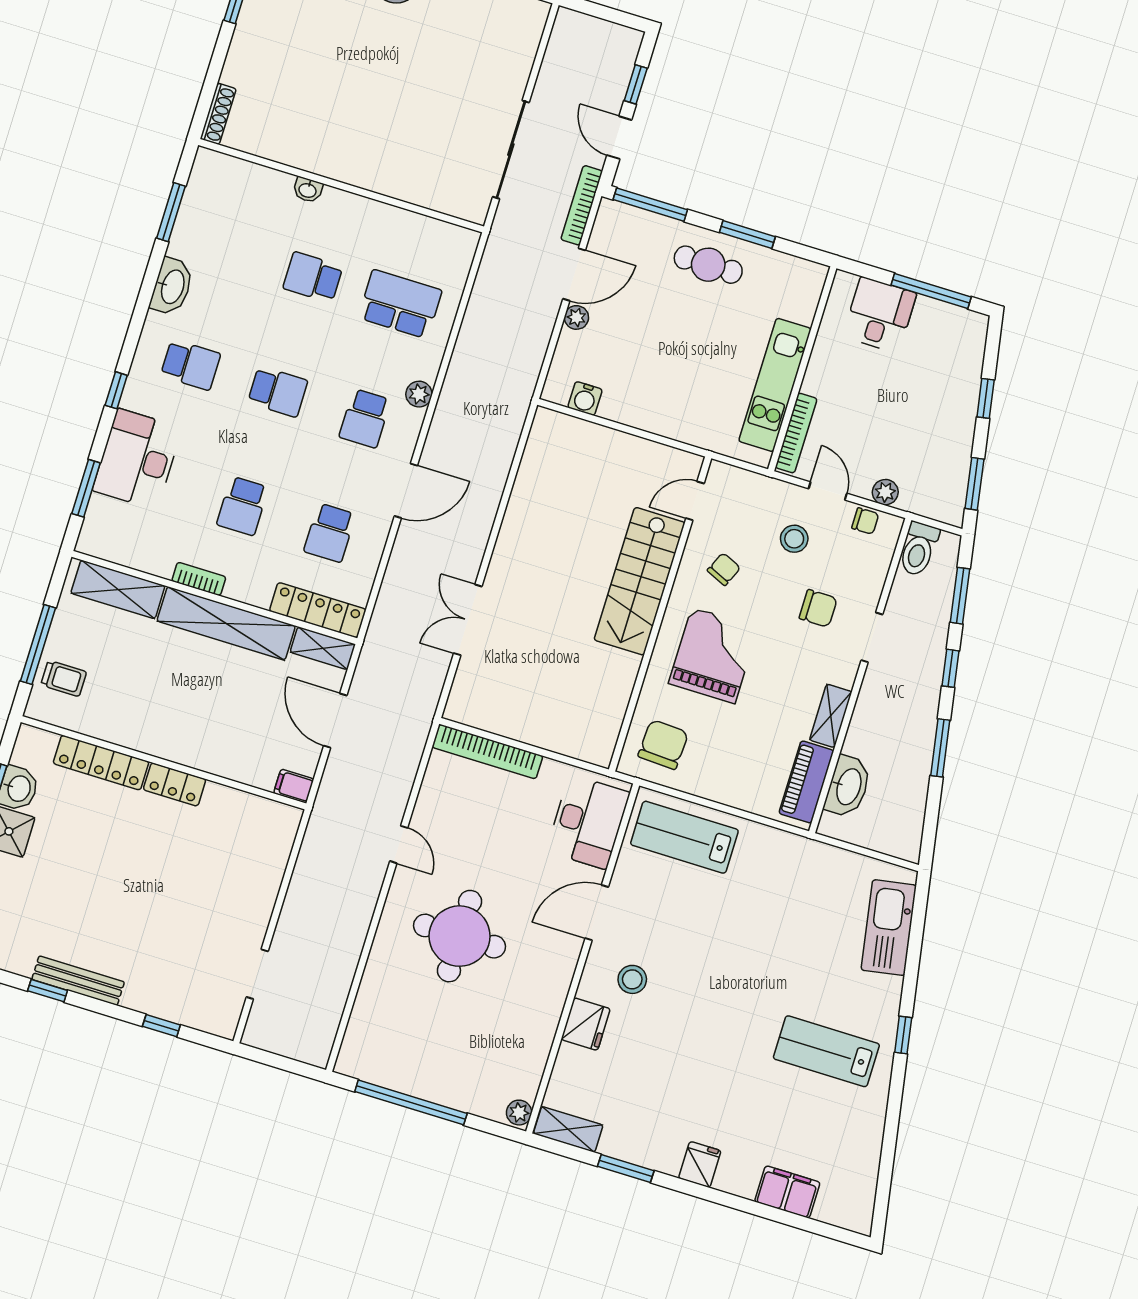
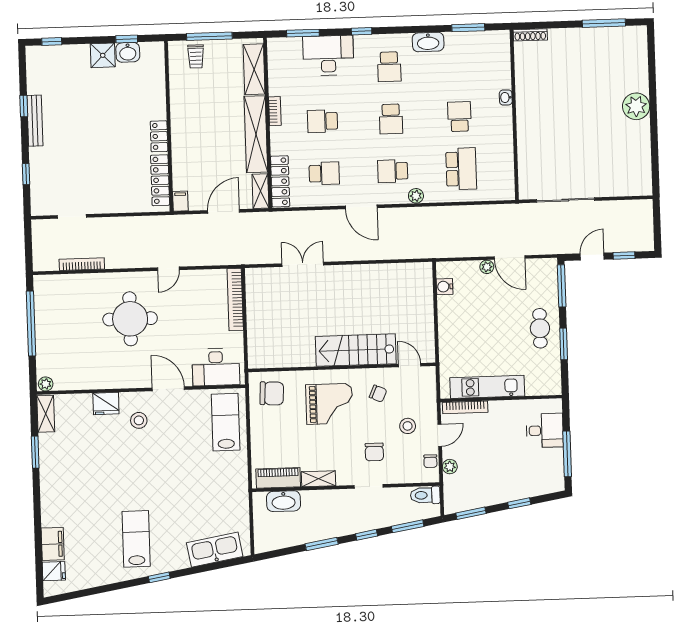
bookcase: (582, 205) -> (82, 264), moved
school desk: (330, 533) -> (324, 173), turned 180
locker: (101, 763) -> (160, 180), moved
fridge: (700, 1164) -> (54, 571), moved

